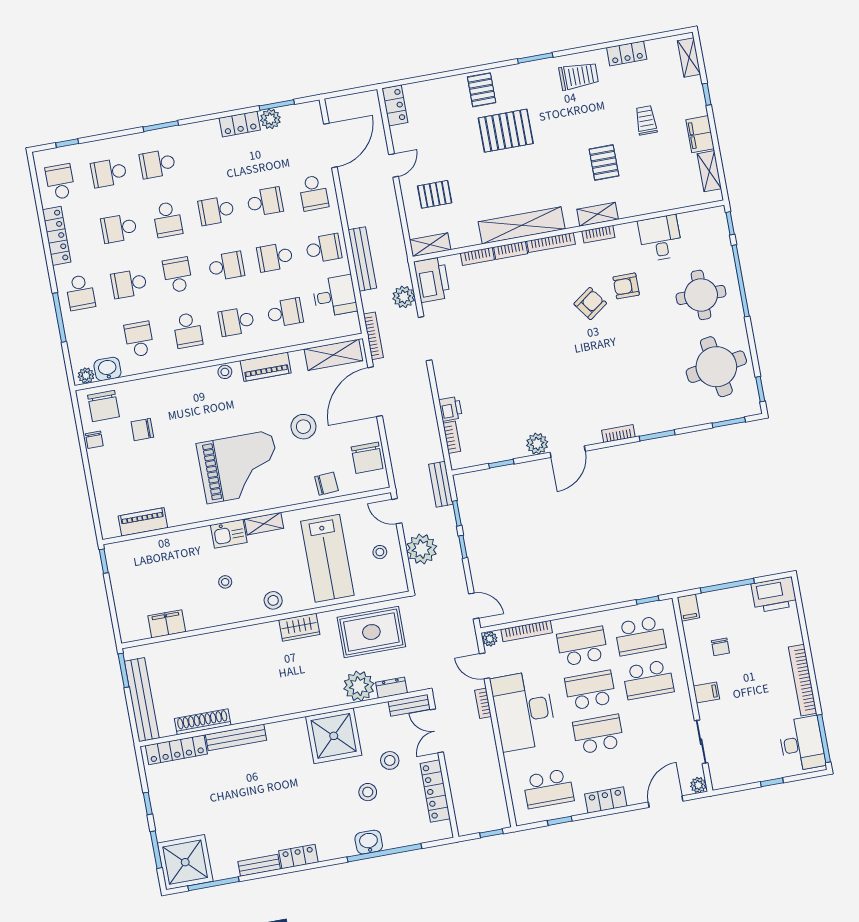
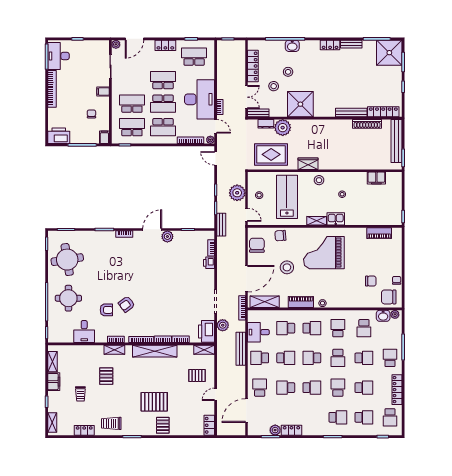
chair: (103, 406) -> (389, 297), turned -90
school desk: (598, 734) -> (163, 80), turned 180

